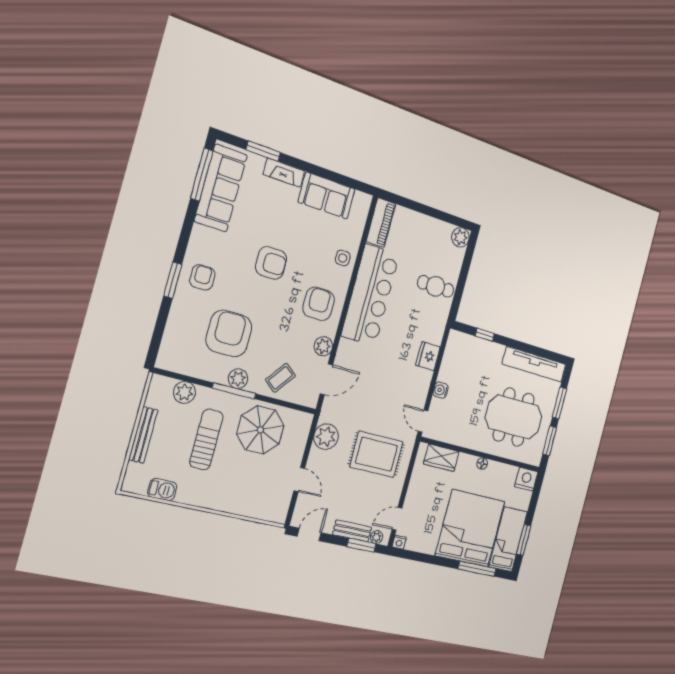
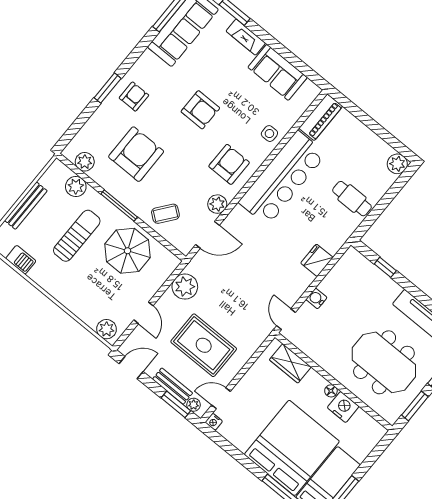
plant: (238, 379) -> (85, 162), moved
rug: (376, 454) -> (204, 345), moved
nightstand: (526, 479) -> (343, 407), moved
plant: (272, 512) -> (106, 329), added

